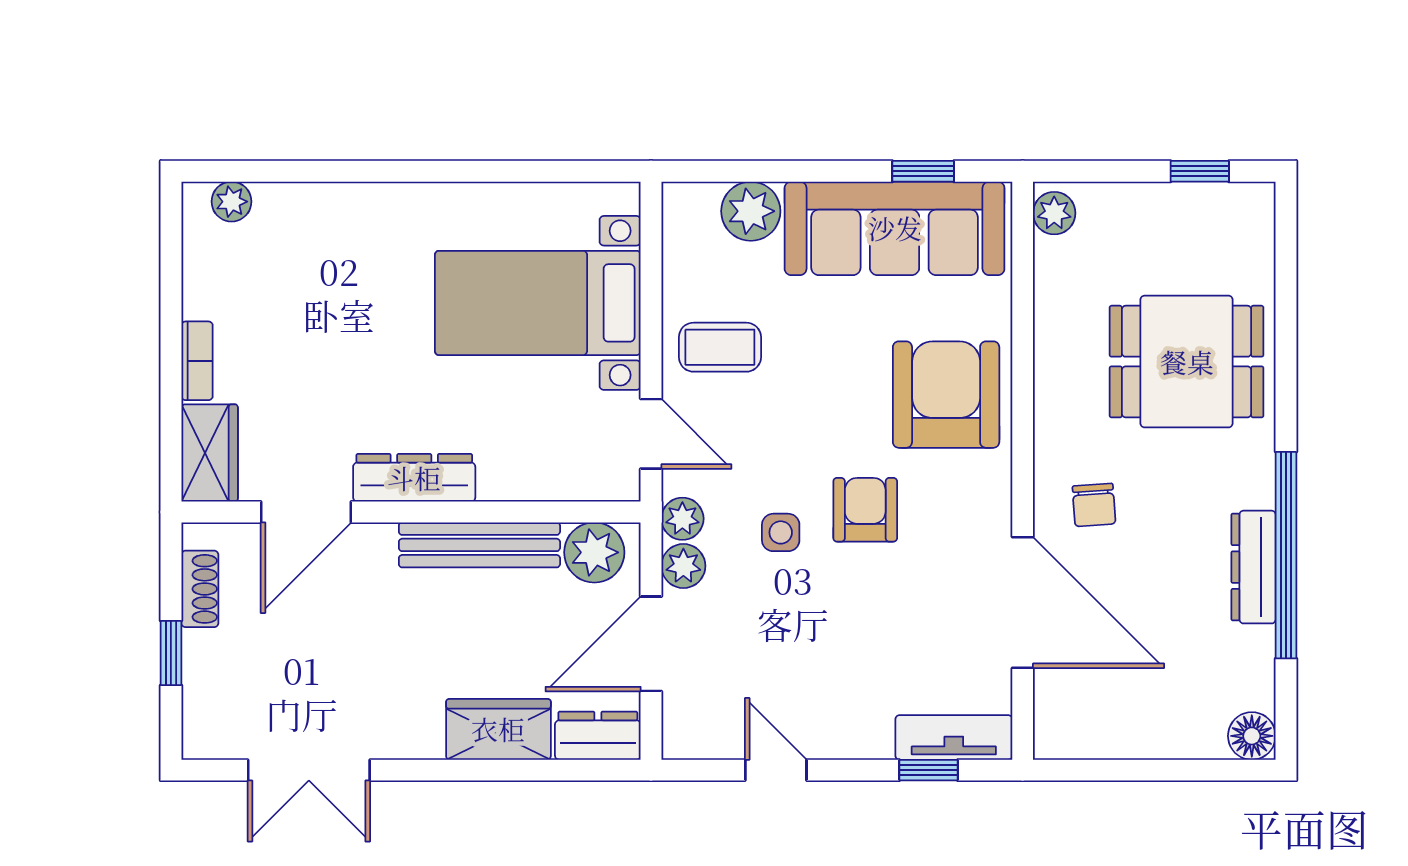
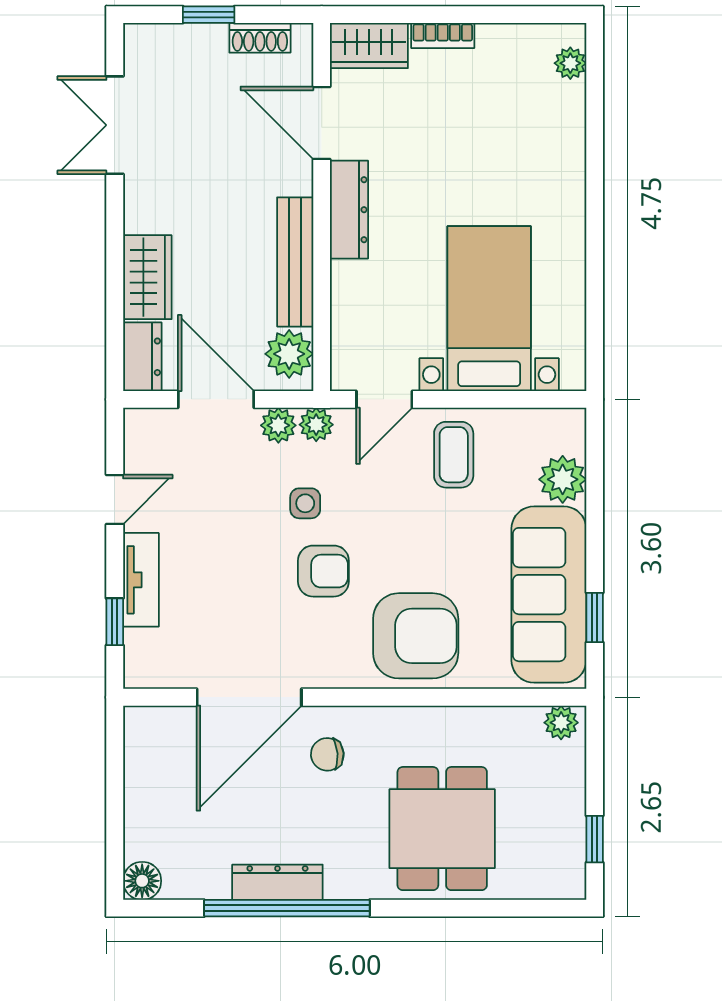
tv unit: (954, 737) -> (141, 580), moved

